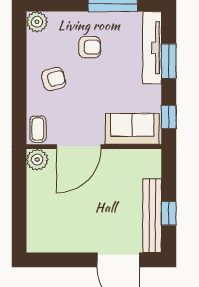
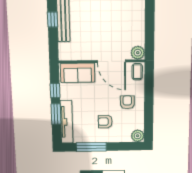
armchair: (54, 79) -> (127, 102), turned 105
window: (169, 117) -> (55, 91), moved
door: (79, 147) -> (111, 61), swing flipped

